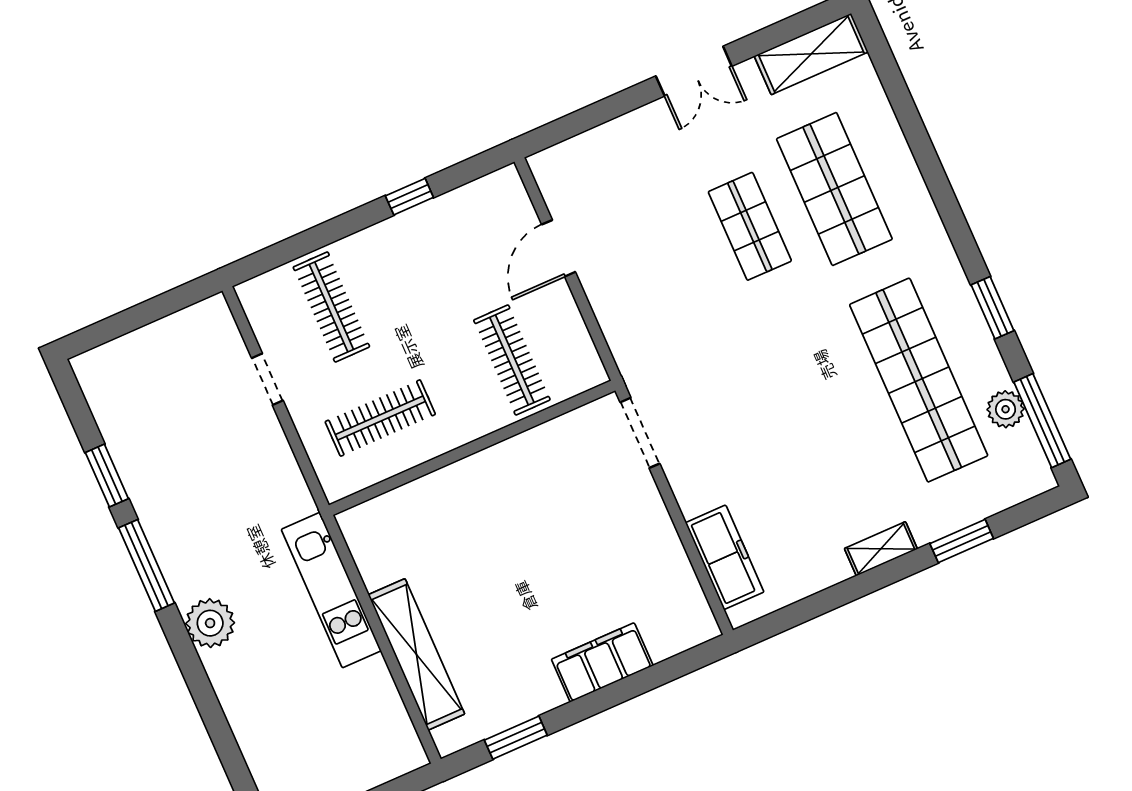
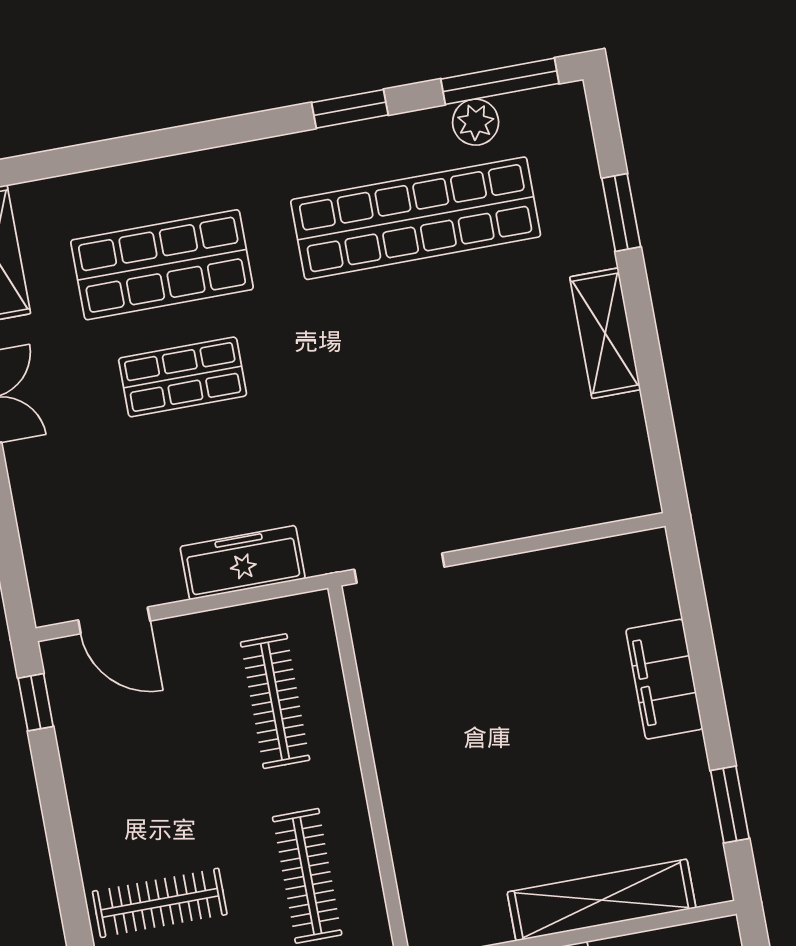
window: (409, 197) -> (36, 702), moved
door: (559, 248) -> (114, 620), moved
clothes rail: (512, 360) -> (275, 701), turned 90
shelving: (881, 549) -> (605, 333), width x1.50, depth x1.33
freezer: (725, 557) -> (243, 563), moved

